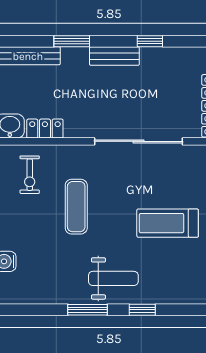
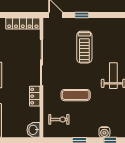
locker: (45, 129) -> (35, 96), moved

